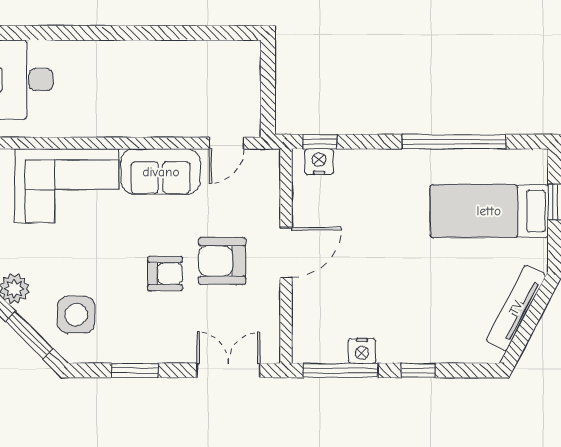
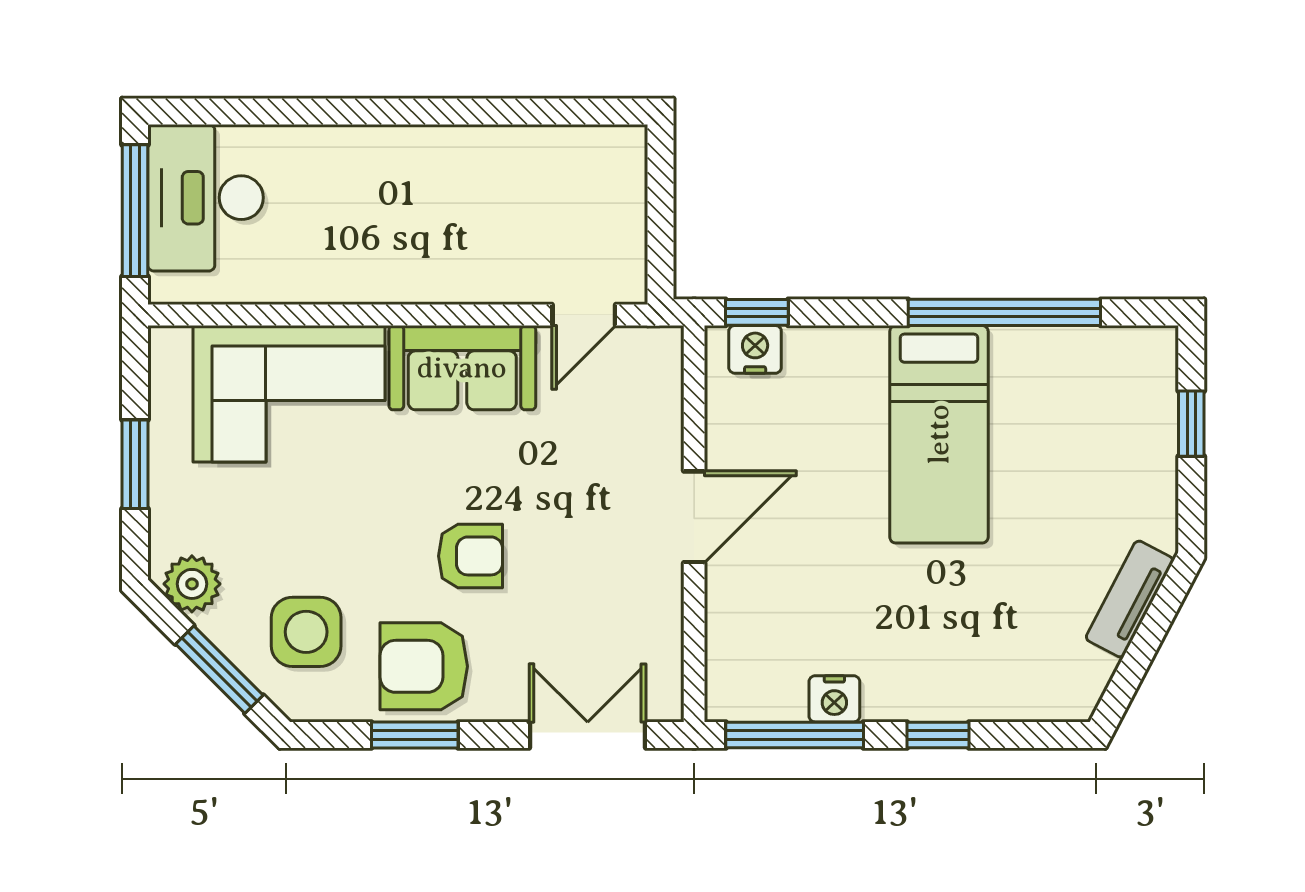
bed: (489, 211) -> (939, 434), moved, turned -90
armchair: (222, 261) -> (424, 666), moved
tv unit: (516, 308) -> (1130, 599), width x0.71

